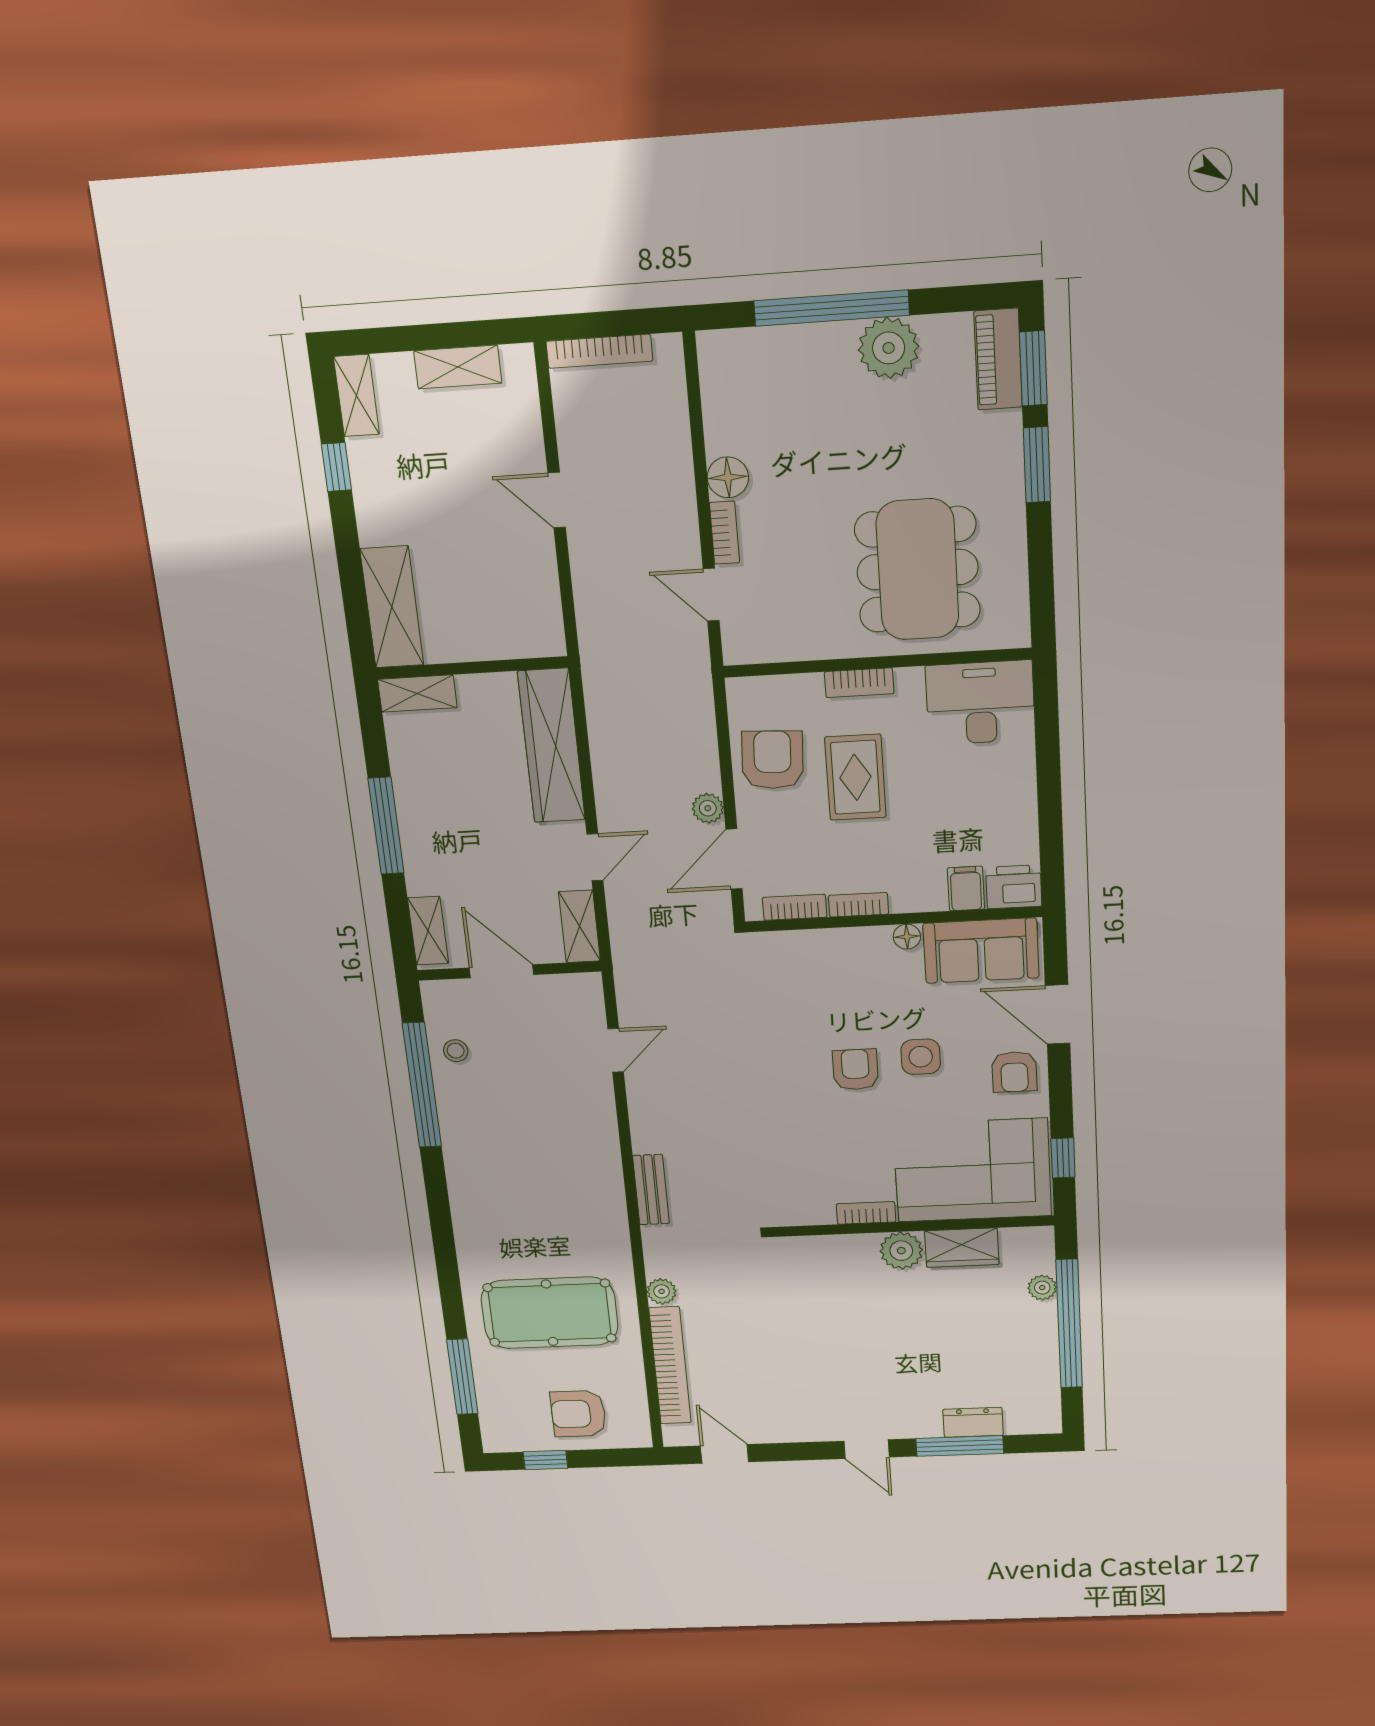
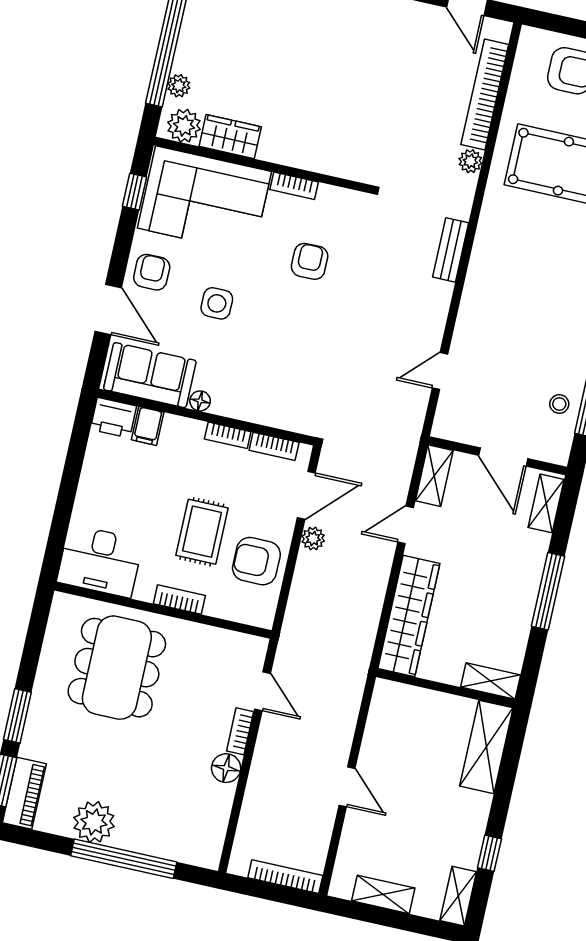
armchair: (772, 760) -> (256, 561), turned 87
armchair: (855, 1070) -> (310, 261), moved, turned 180
plant: (901, 1251) -> (184, 126), moved

